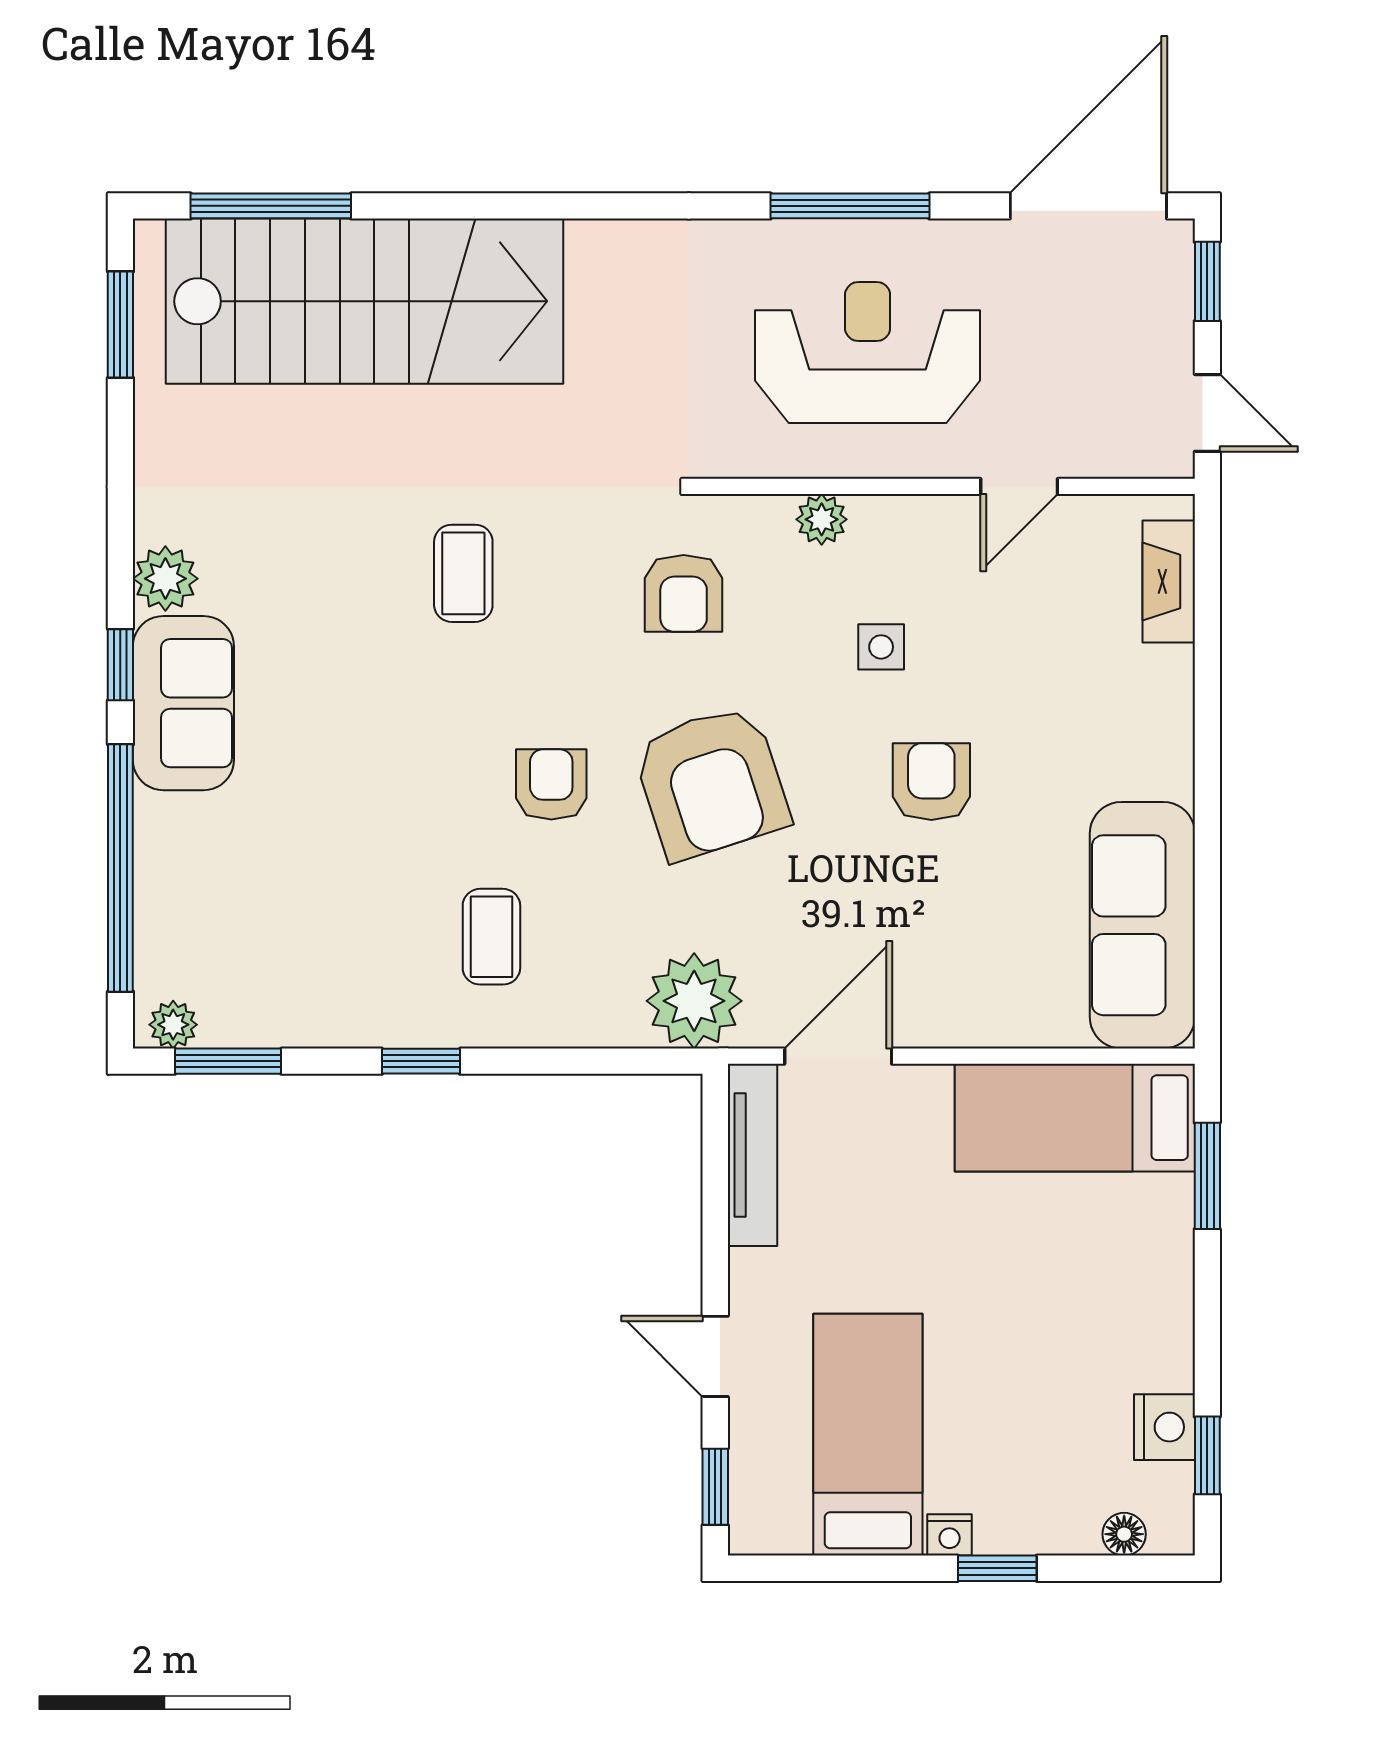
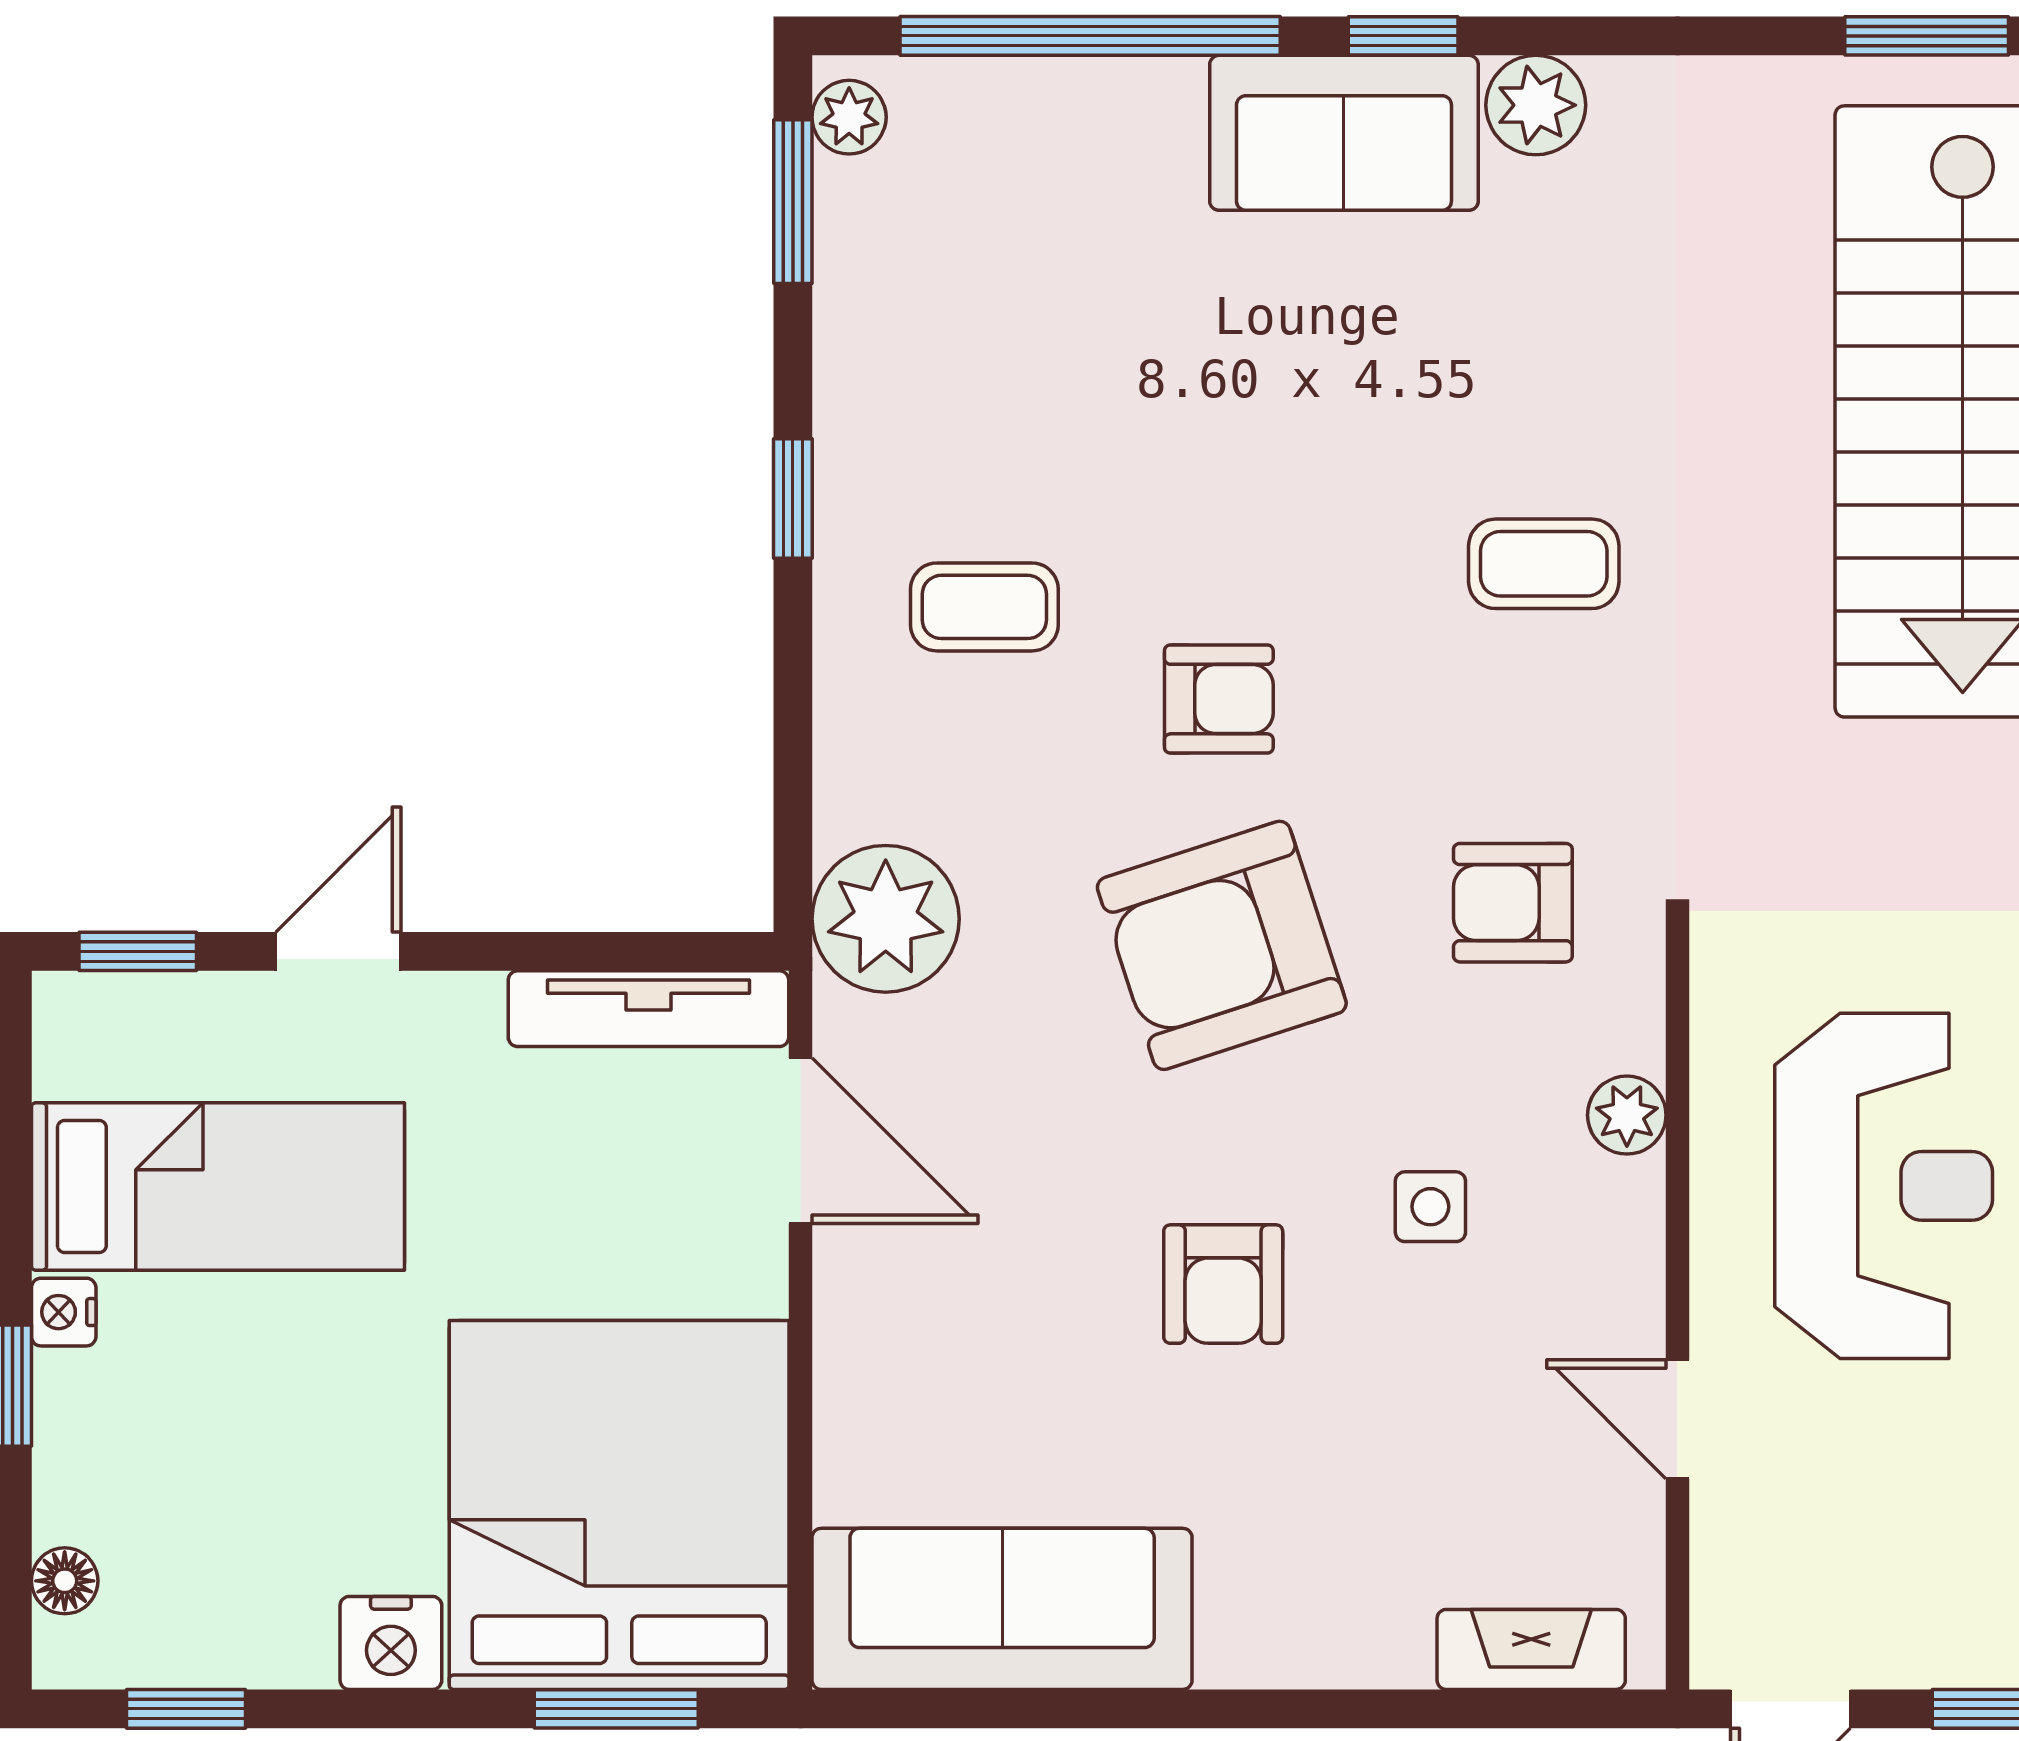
armchair: (931, 782) -> (1223, 1284), turned 90
bed: (1075, 1118) -> (619, 1505), width x2.04
nightstand: (1164, 1427) -> (391, 1643), moved

